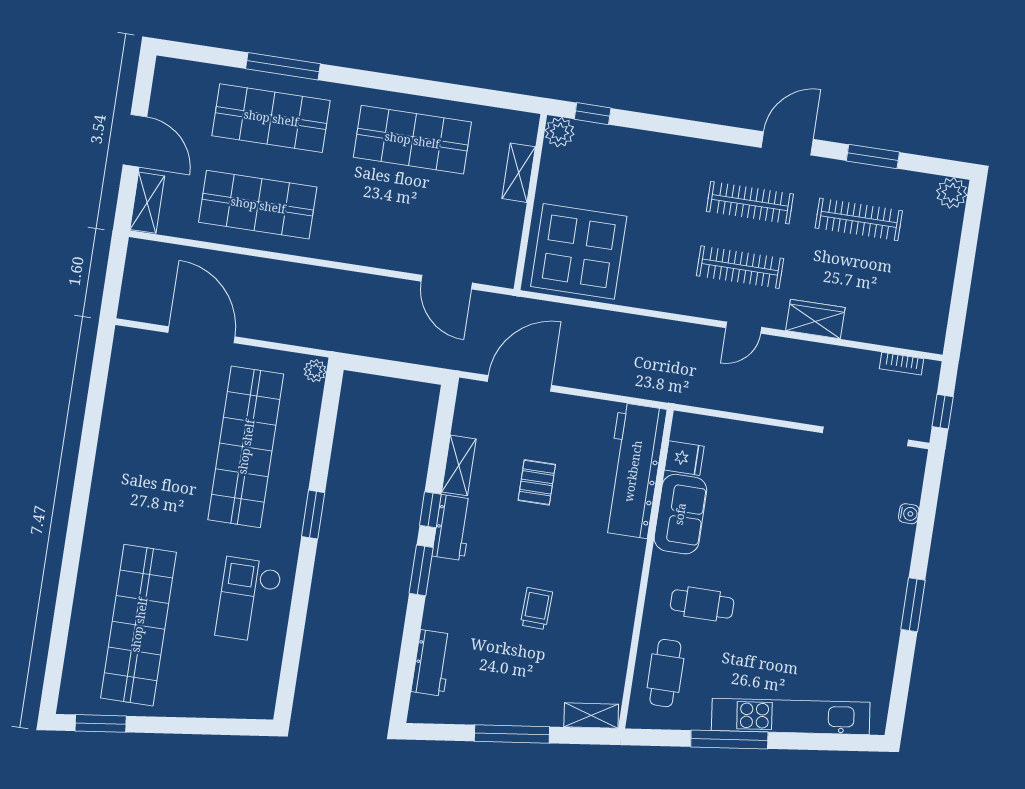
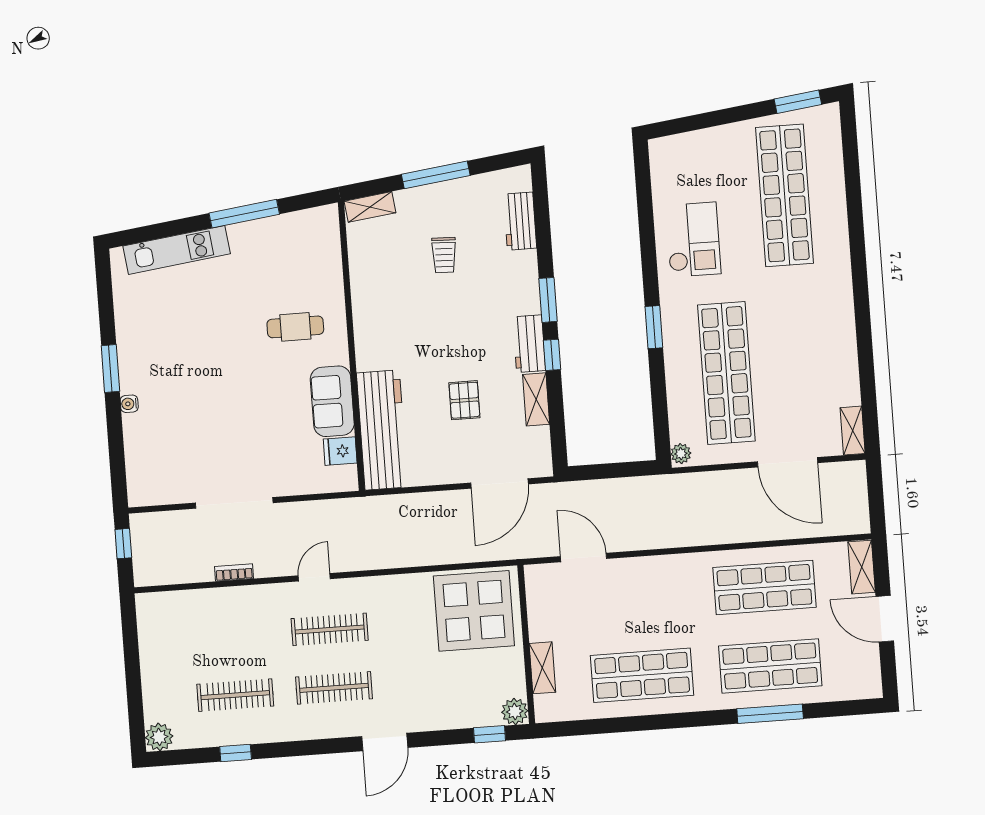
door: (787, 143) -> (385, 742), moved
window: (873, 156) -> (236, 753), width x0.67
wardrobe: (815, 319) -> (253, 599), removed
shelving: (123, 353) -> (853, 431), added
bookcase: (901, 364) -> (234, 573), moved
doorway: (866, 436) -> (234, 503), moved
water cooler: (909, 514) -> (129, 404), moved
trolley: (536, 608) -> (444, 255), moved
cafe table: (665, 673) -> (314, 259), removed
kitchen unit: (791, 716) -> (177, 250), width x0.73

